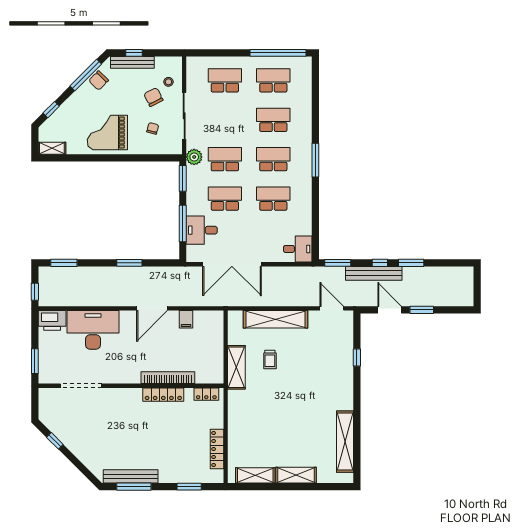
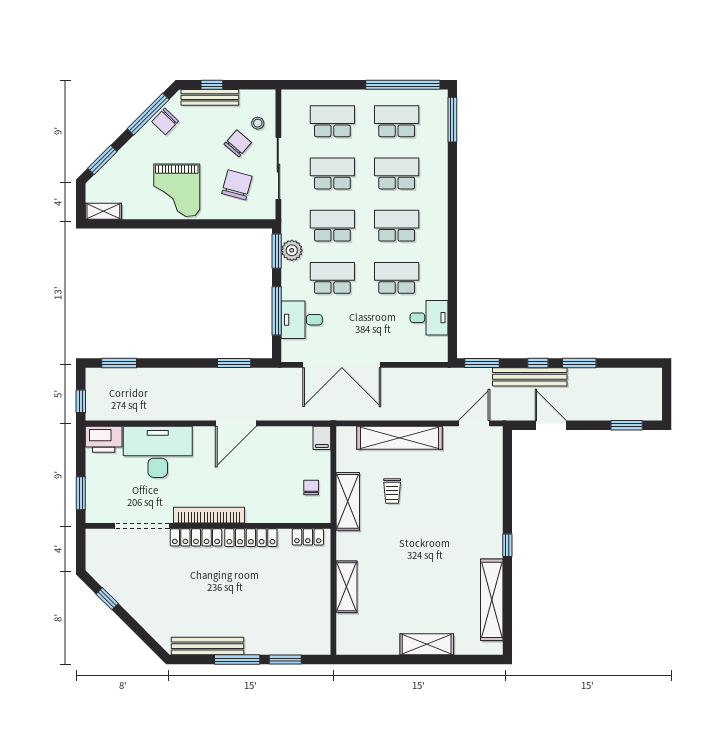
chair: (153, 97) -> (238, 143), turned 68
window: (51, 110) -> (102, 160), width x1.50
school desk: (225, 120) -> (332, 173), added
chair: (153, 128) -> (237, 185), width x1.87, depth x1.87
grand piano: (107, 133) -> (177, 190), turned -90
plant: (194, 157) -> (292, 250), moved
window: (315, 160) -> (452, 120), moved
desk: (298, 249) -> (429, 318), moved
window: (129, 263) -> (234, 363), moved
door: (332, 308) -> (474, 423), hinge flipped
window: (422, 310) -> (627, 425), moved
filing cabinet: (186, 319) -> (322, 438), moved
chair: (209, 357) -> (311, 487), added
window: (357, 358) -> (507, 545), moved
bookcase: (168, 378) -> (209, 515), moved
locker: (217, 449) -> (196, 537), moved, turned -90
shelving: (255, 475) -> (347, 587), moved, turned 90
window: (134, 487) -> (237, 660), moved

